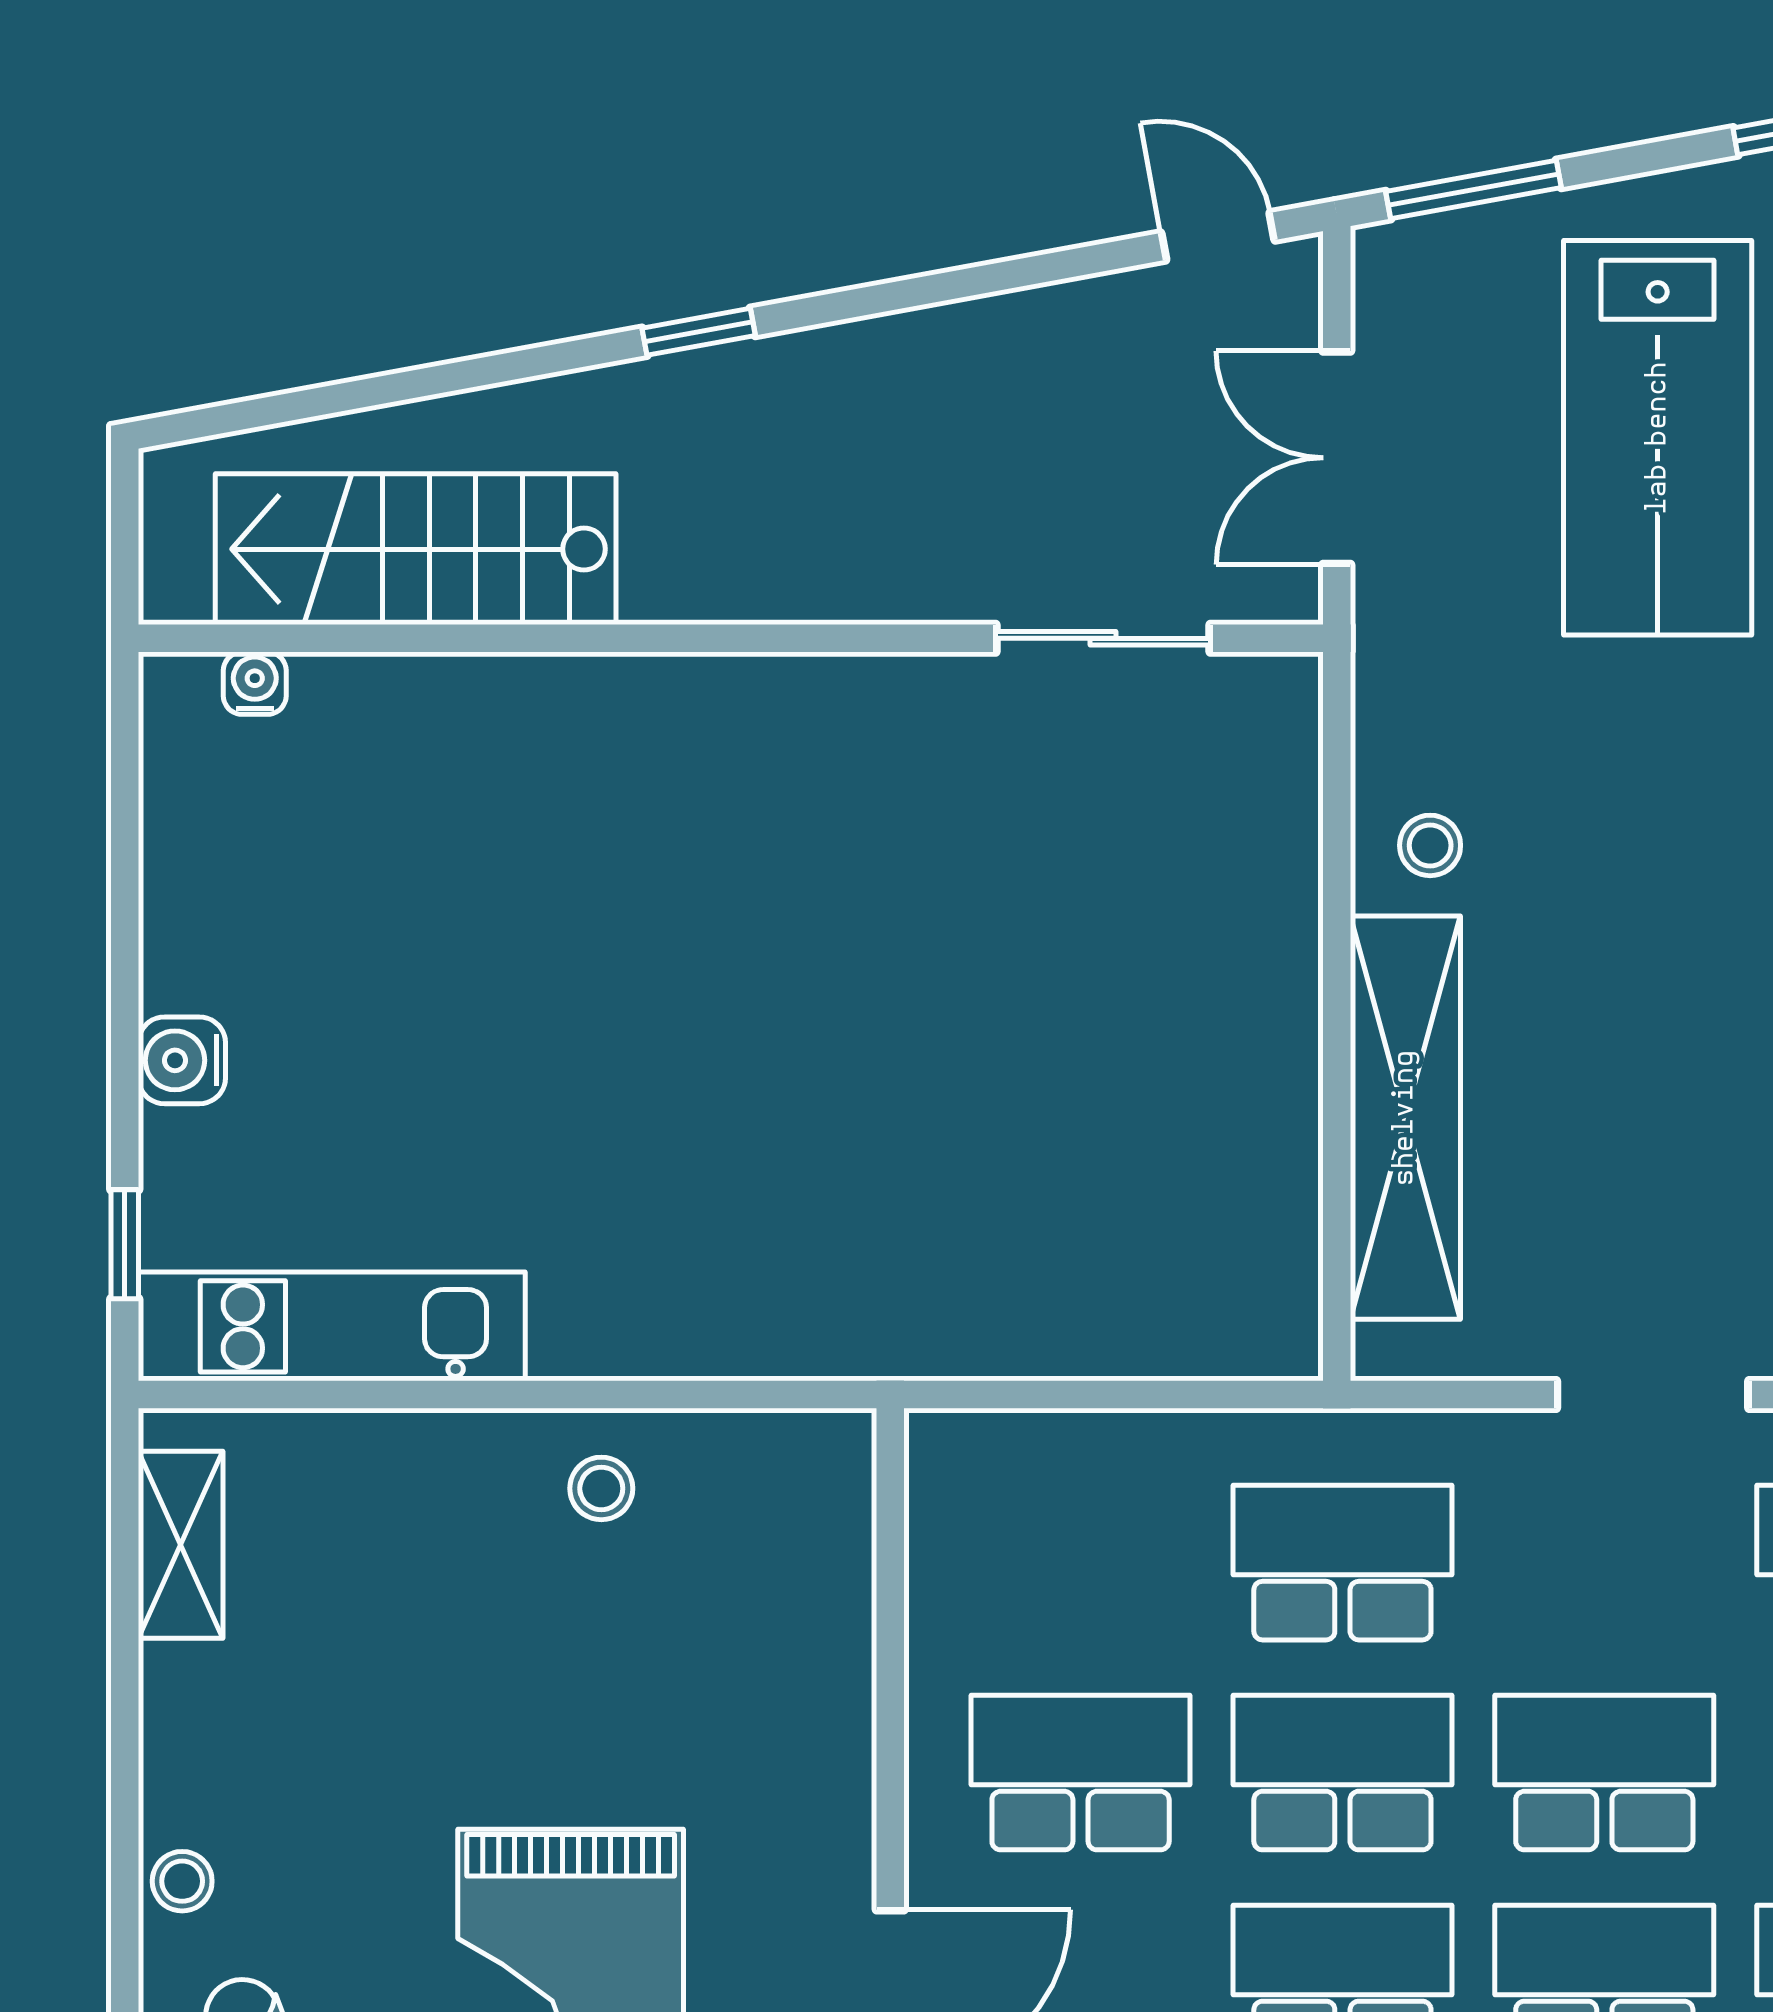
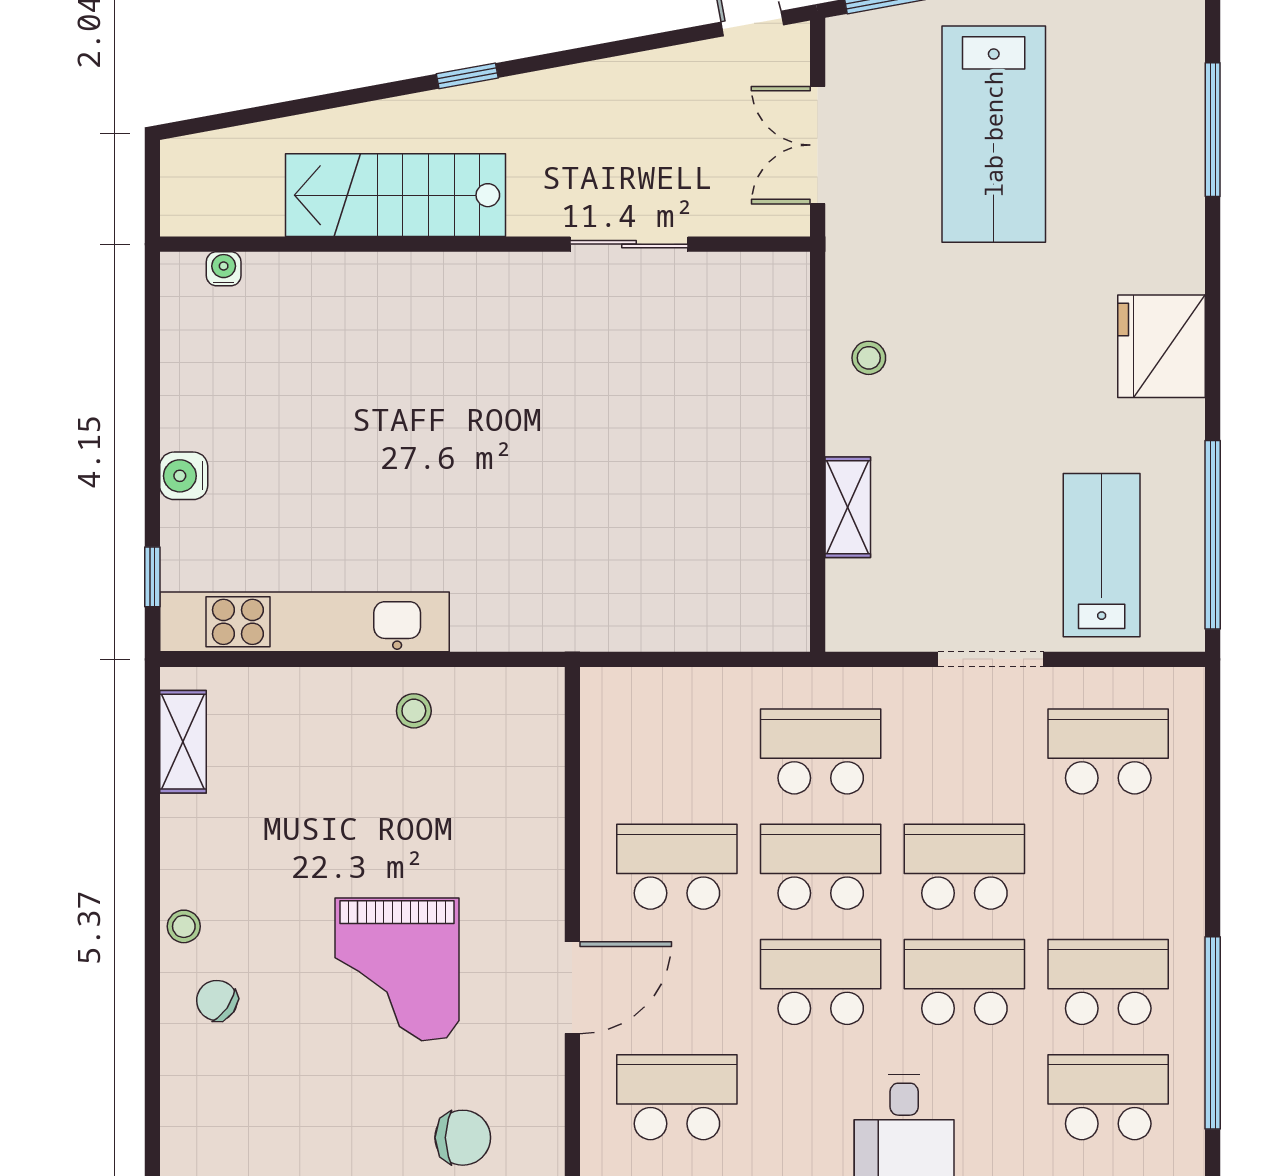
stairs: (416, 549) -> (395, 195), moved
sliding door: (1103, 638) -> (629, 244), moved
shelving: (1405, 1118) -> (848, 507), width x0.45, depth x0.75
kitchen unit: (332, 1326) -> (304, 622), width x1.36

